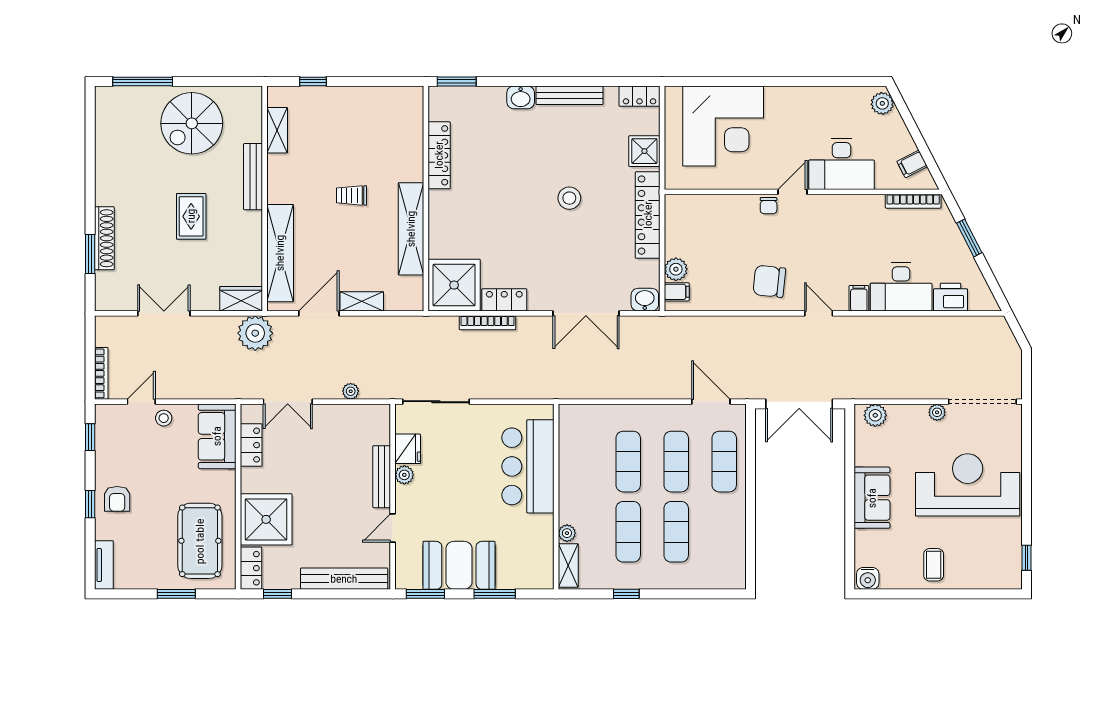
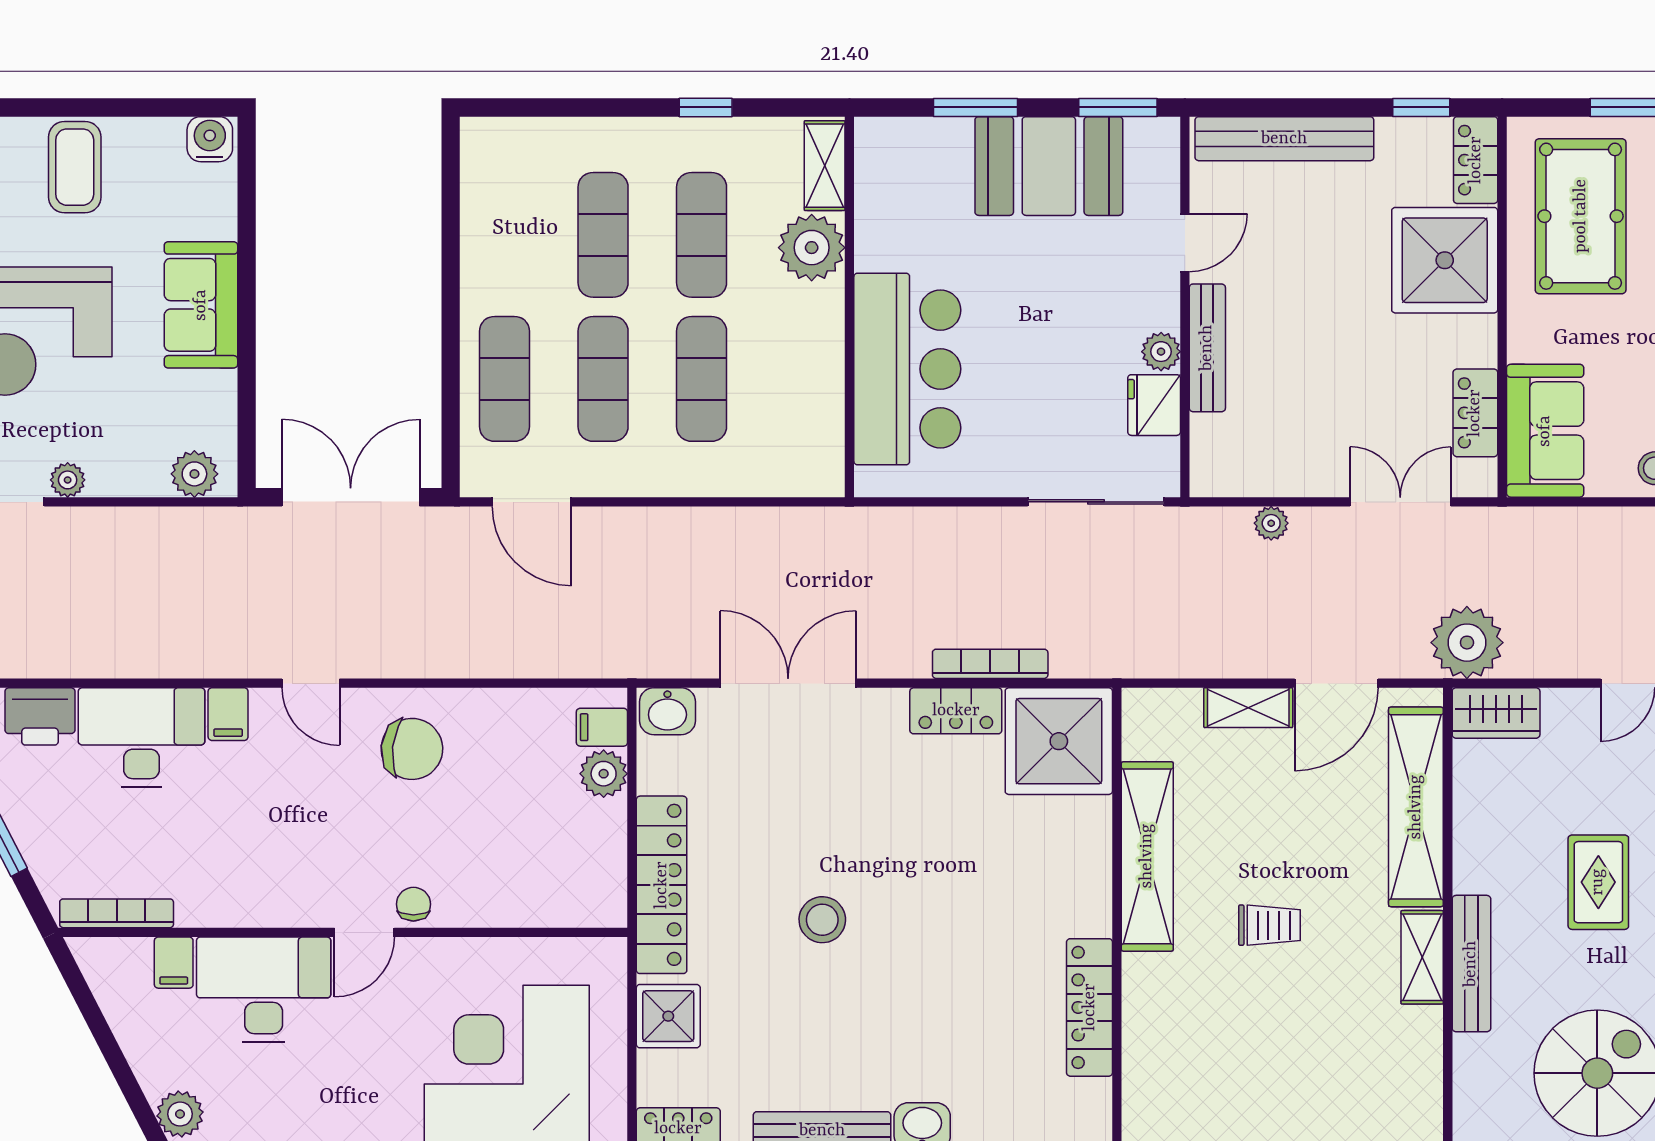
shelving: (277, 130) -> (1422, 957), moved
filing cabinet: (912, 164) -> (174, 963), moved, turned 117
plant: (567, 533) -> (812, 248), width x1.87, depth x1.87
coffee table: (934, 565) -> (75, 167), width x1.36, depth x1.30

